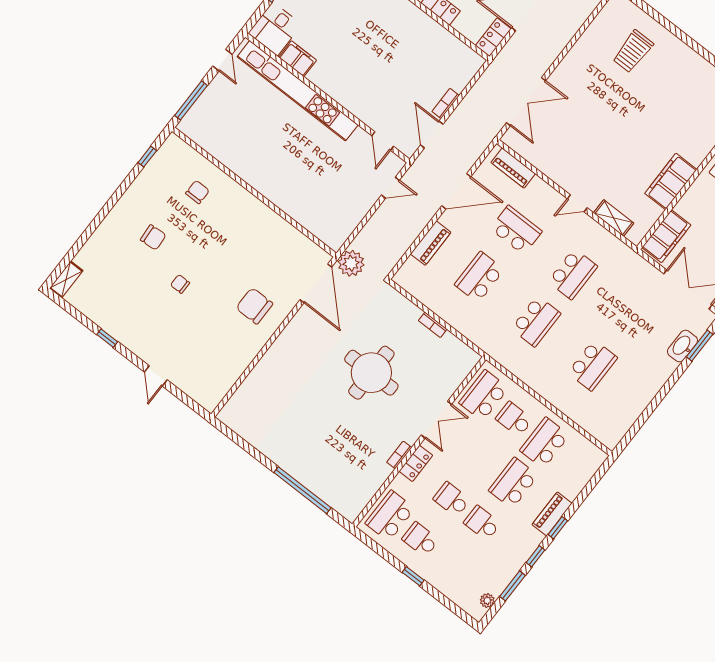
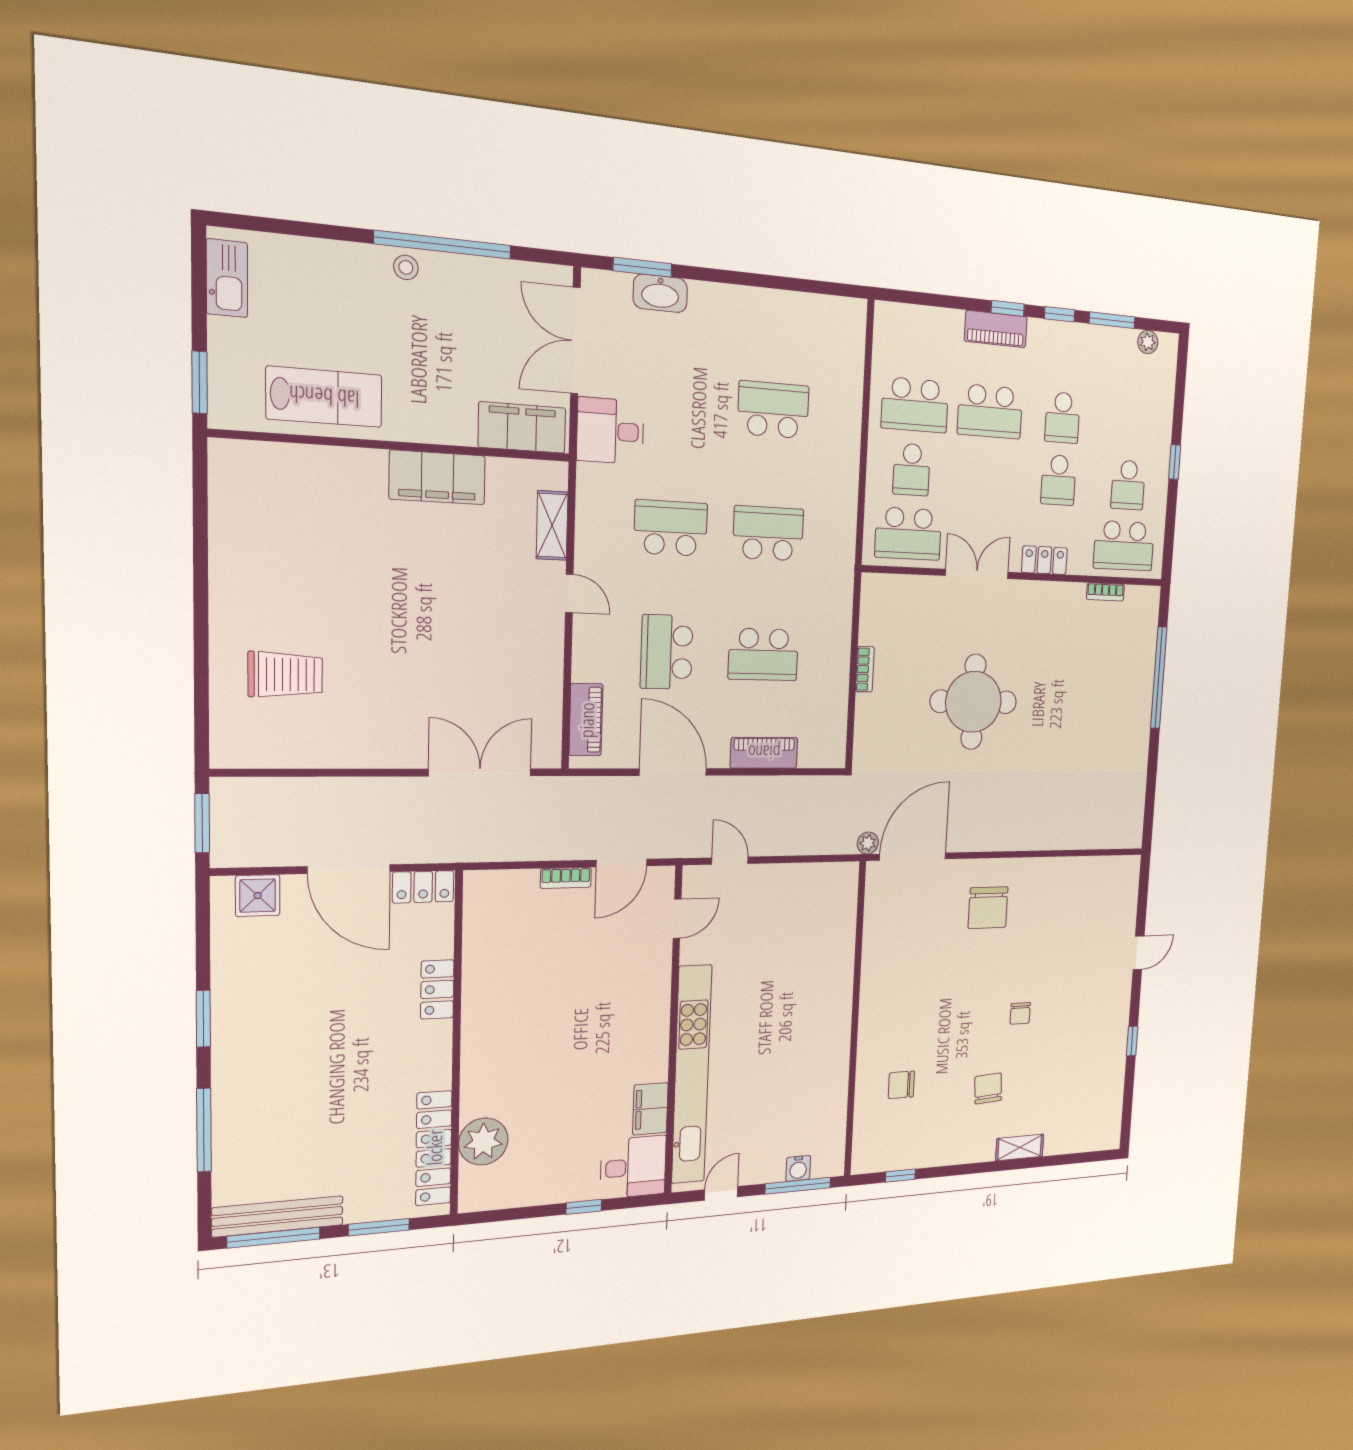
water cooler: (200, 107) -> (798, 1168), added
plant: (351, 263) -> (868, 843), width x0.53, depth x0.53
desk: (637, 277) -> (610, 431), added
shelving: (66, 279) -> (1020, 1147), moved
bookcase: (399, 455) -> (1105, 592), moved

